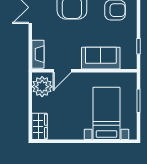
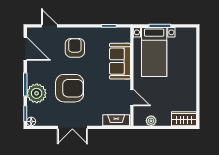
plant: (42, 87) -> (151, 121), width x0.53, depth x0.53
bed with nightstands: (106, 113) -> (154, 52), moved, turned -90

